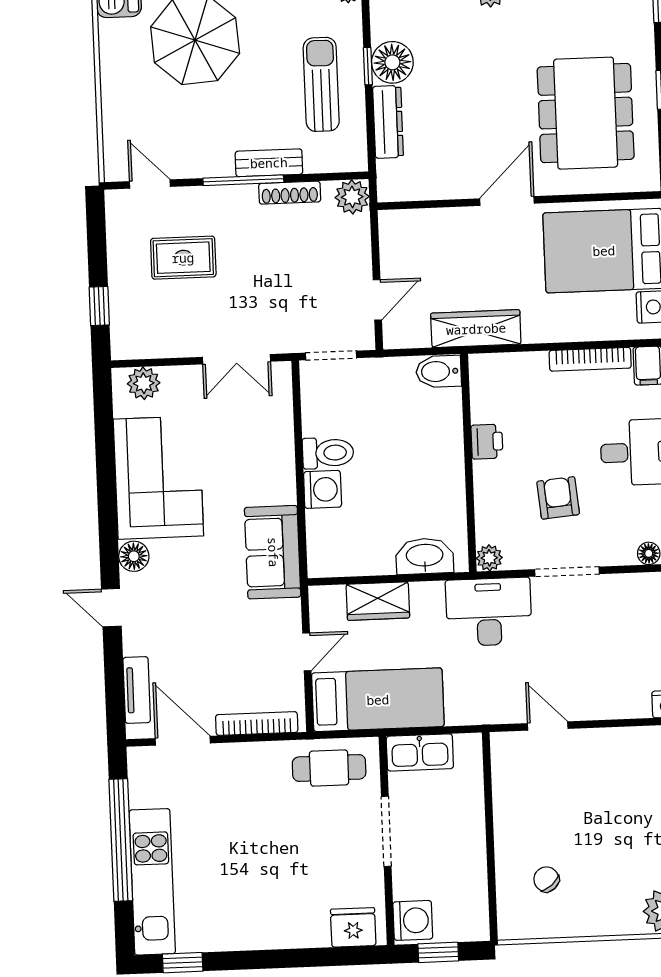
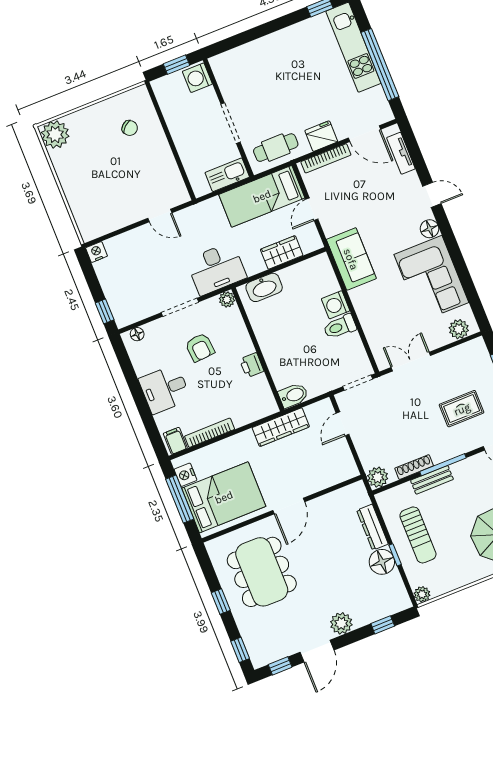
fridge: (353, 927) -> (321, 136), moved, turned 180

